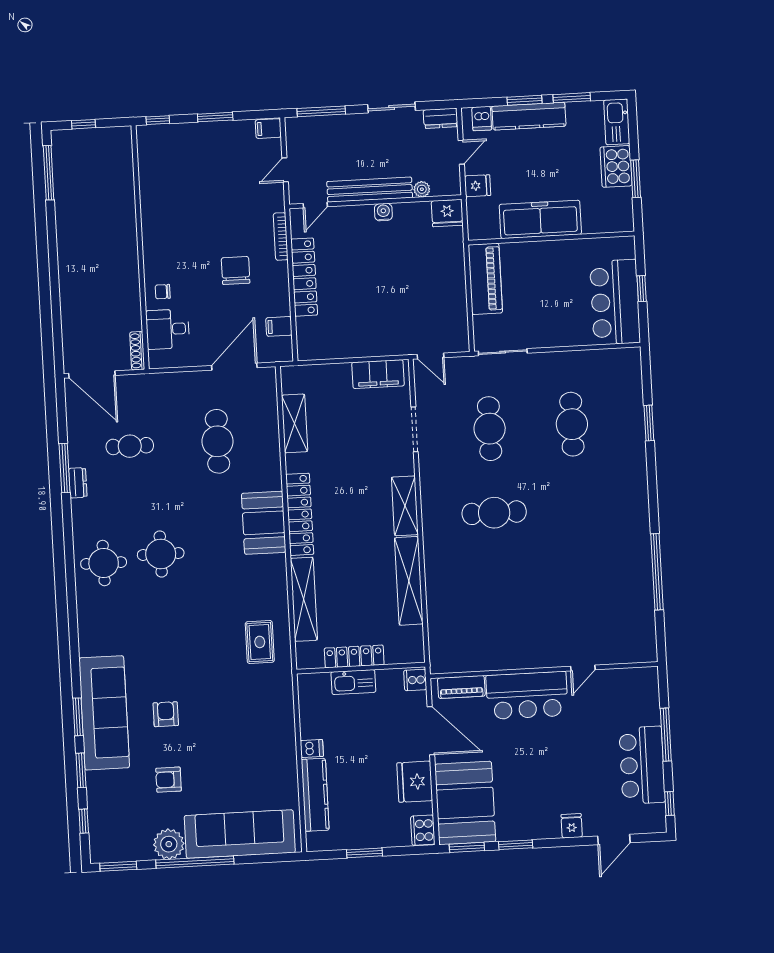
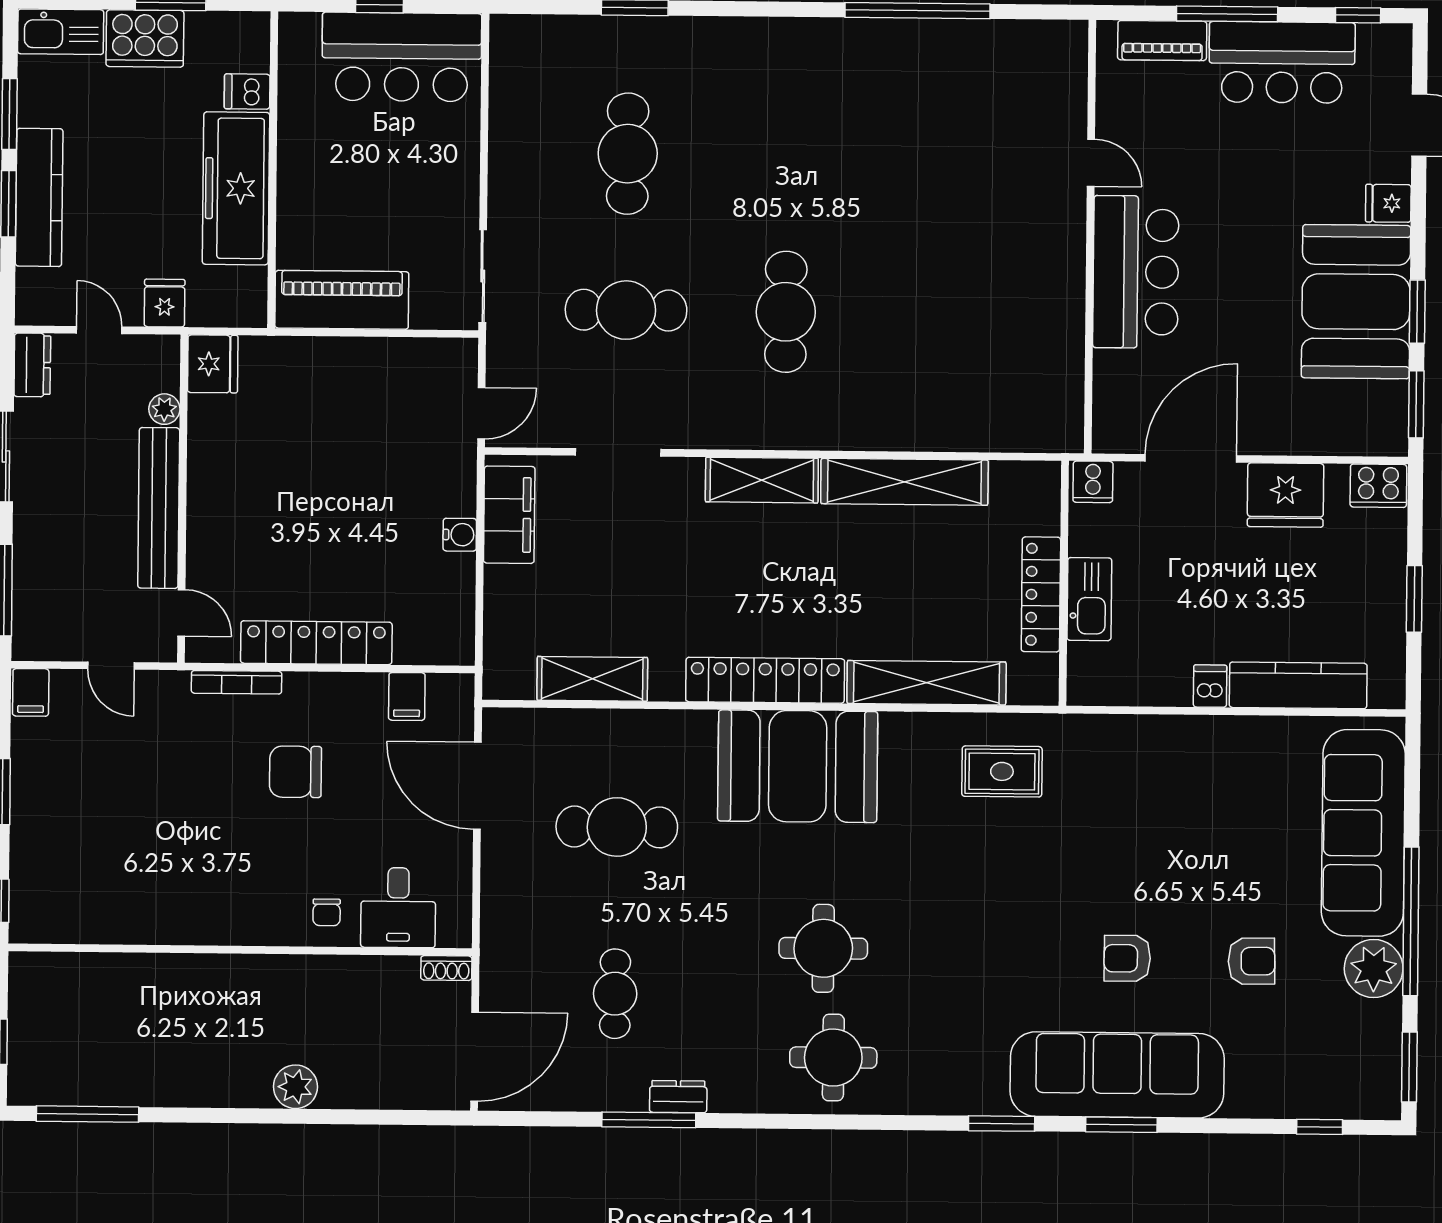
dishwasher: (482, 119) -> (247, 92), moved, turned 180
water cooler: (383, 212) -> (460, 535), moved, turned 180
plant: (70, 281) -> (295, 1087), added
shoe rack: (137, 351) -> (446, 968), width x0.70
cafe table: (572, 424) -> (628, 154), turned 90
booth: (264, 523) -> (798, 766), width x1.36, depth x1.42
piano: (461, 687) -> (1162, 41), moved, turned 90
window: (81, 770) -> (1002, 1124), moved
armchair: (168, 780) -> (1252, 961), turned -91
booth: (465, 803) -> (1356, 302), moved, turned 90

